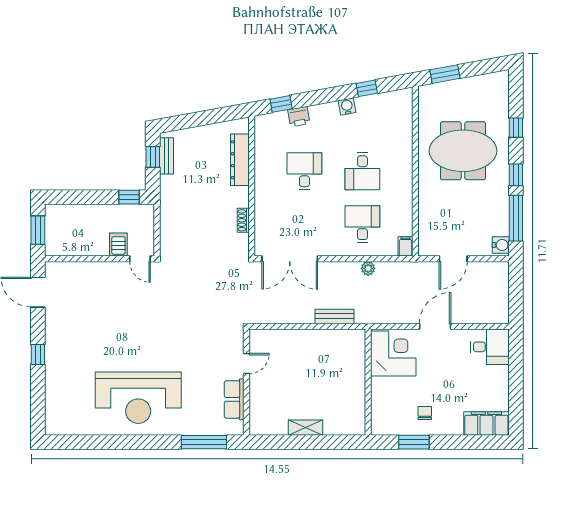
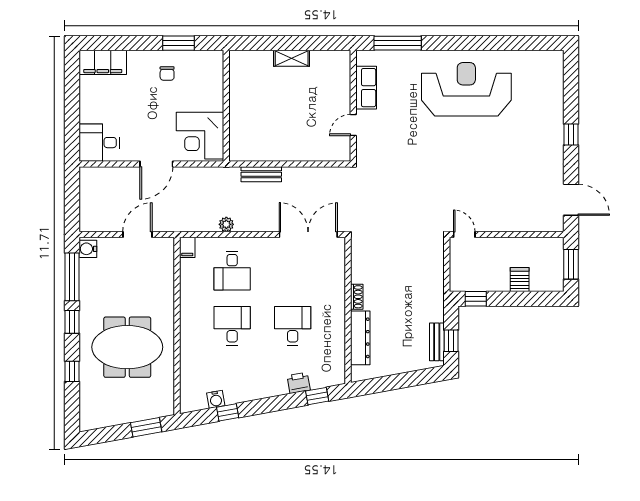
water cooler: (347, 106) -> (216, 399), moved
desk: (304, 171) -> (293, 326), turned 180
shoe rack: (243, 220) -> (357, 297), moved
server rack: (118, 245) -> (520, 280), moved, turned 180

